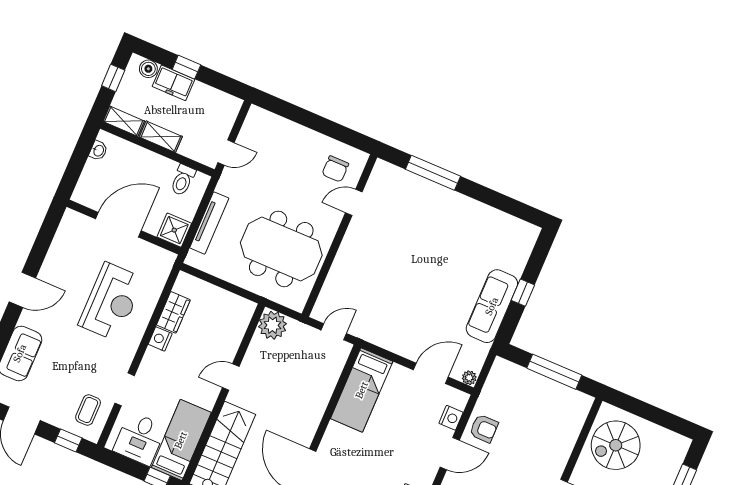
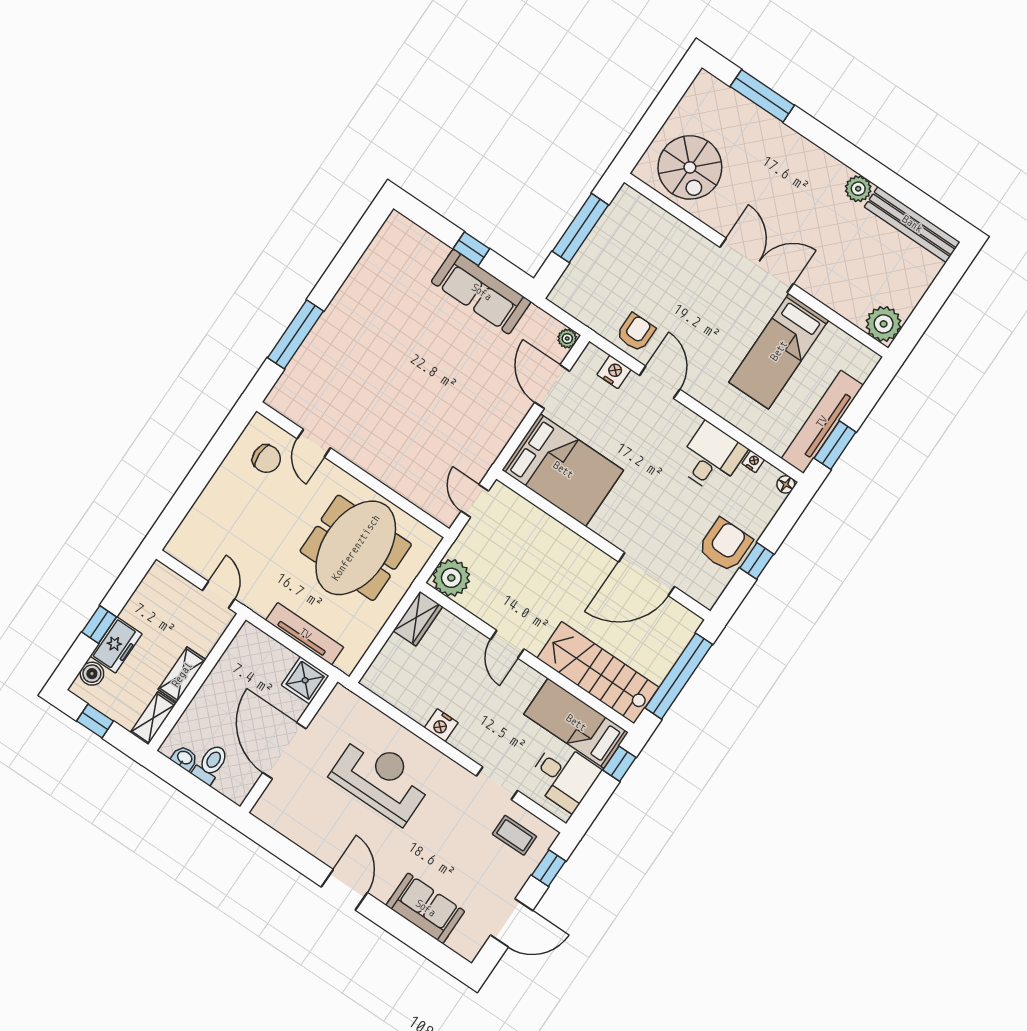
toilet: (183, 180) -> (211, 764), moved, turned -90
wardrobe: (173, 312) -> (418, 619), moved, turned 90
bed: (362, 390) -> (563, 470), width x1.50

